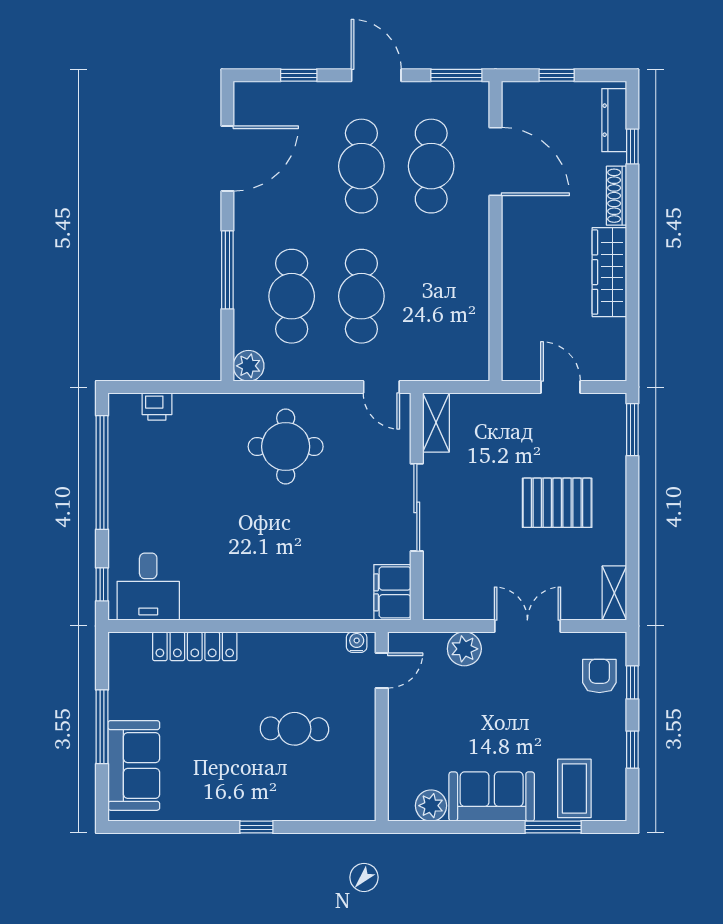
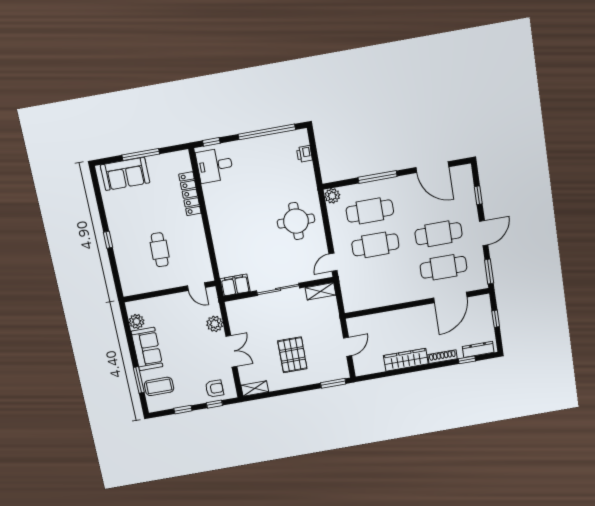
water cooler: (357, 642) -> (208, 272), removed

